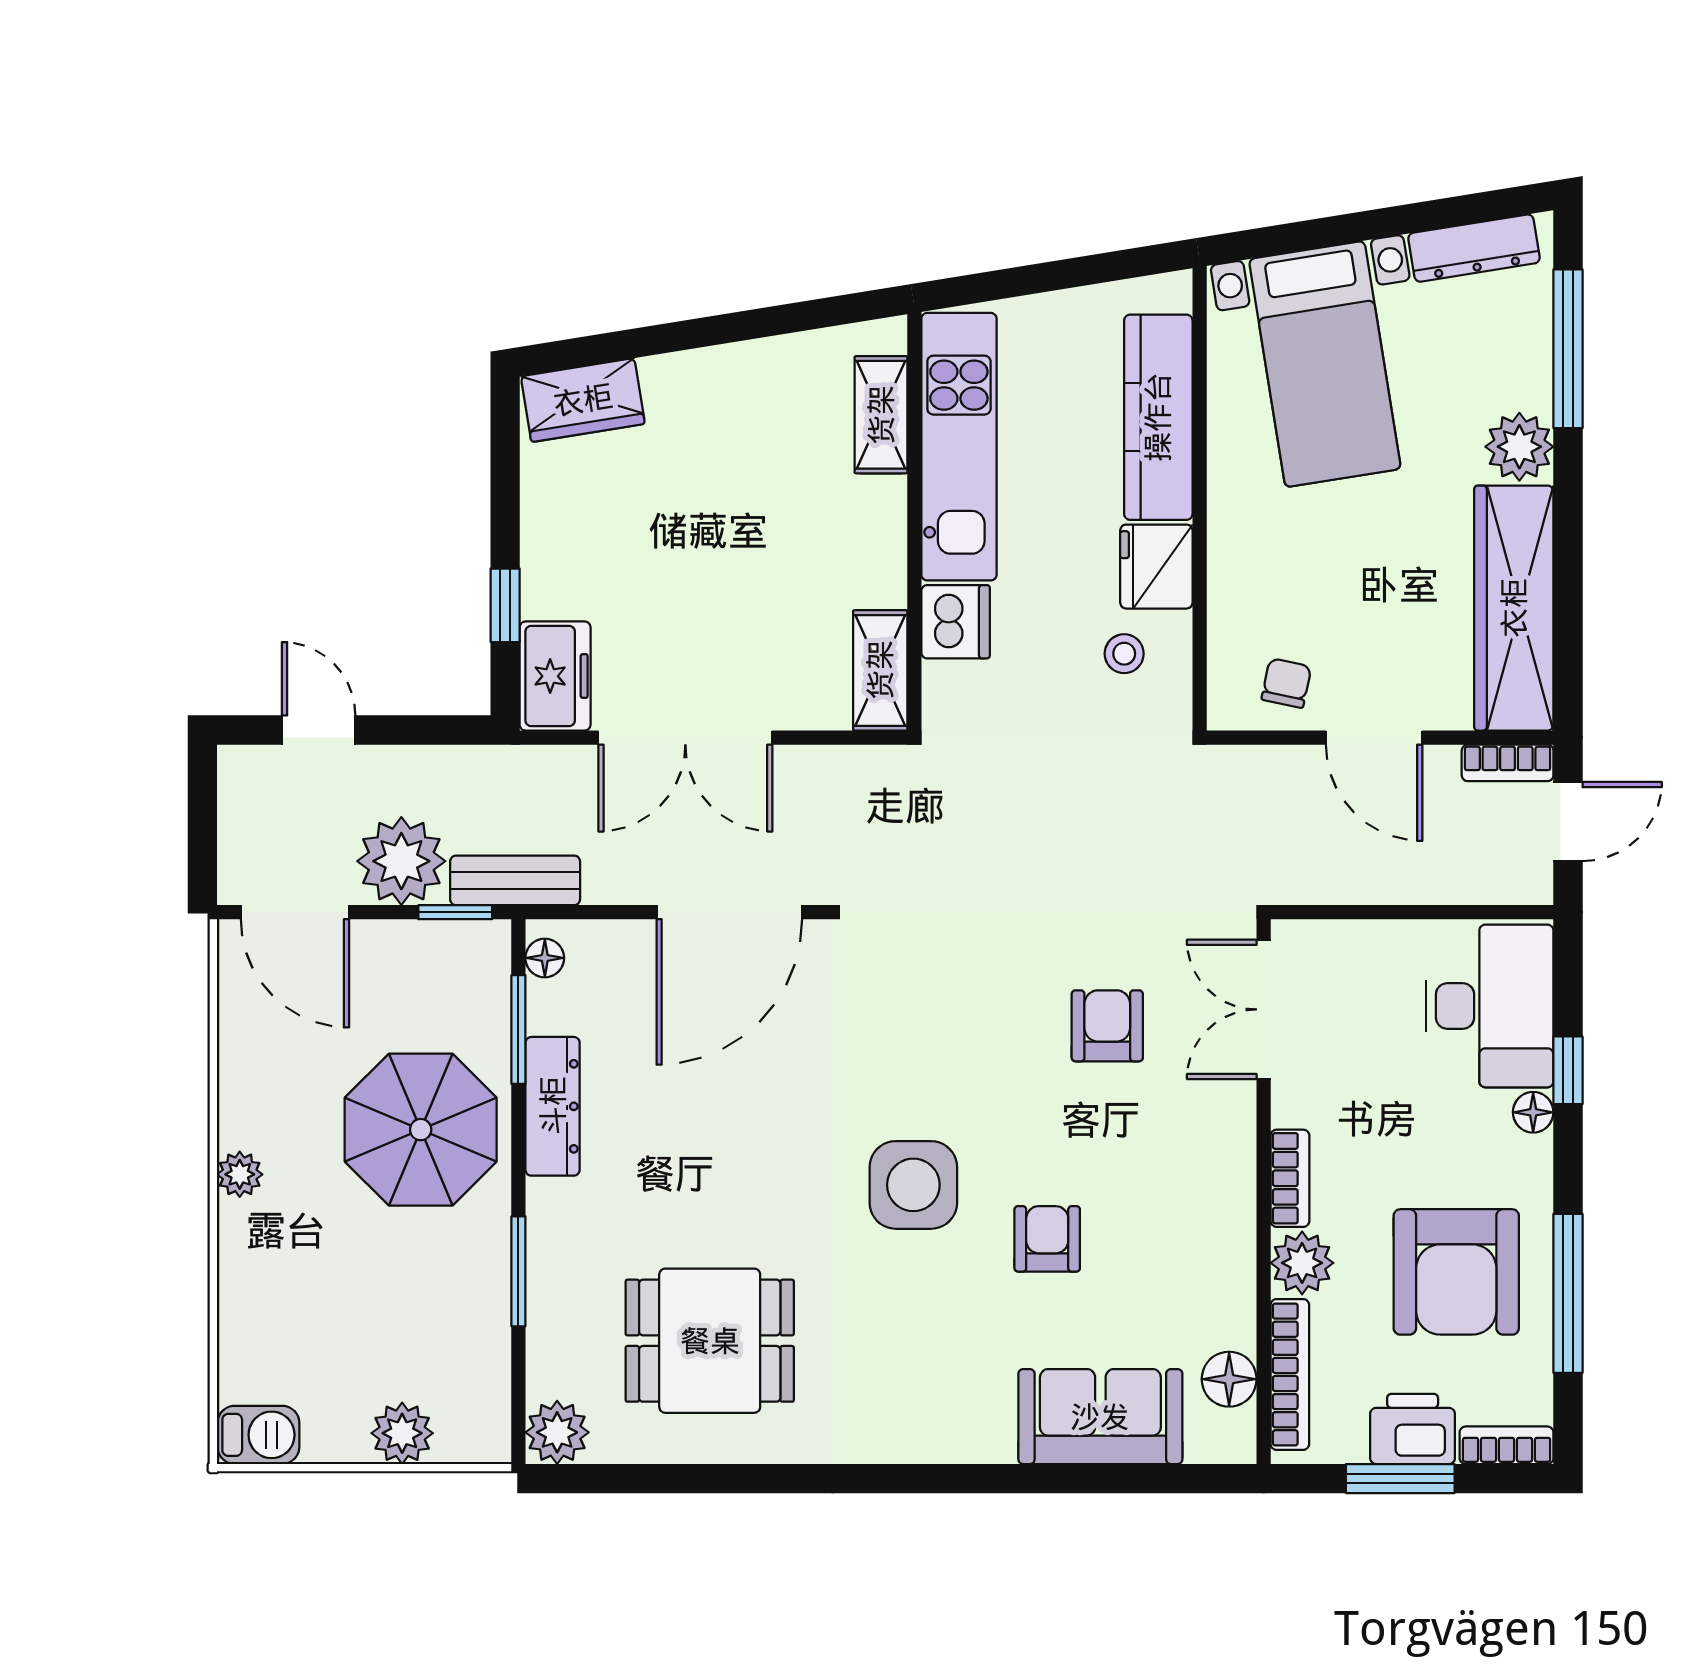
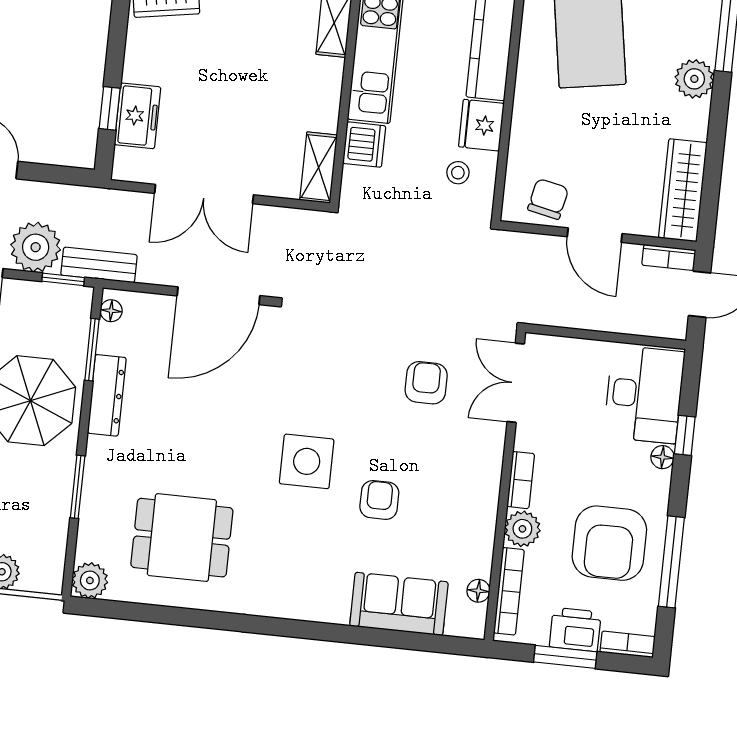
wardrobe: (1514, 608) -> (683, 190), width x0.71, depth x0.85
freezer: (555, 676) -> (138, 116), moved
chair: (1286, 683) -> (548, 199), width x1.37, depth x1.37
floor lamp: (1229, 1379) -> (478, 591), width x0.73, depth x0.73

